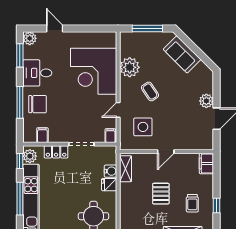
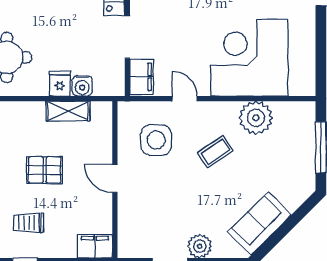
sofa: (182, 54) -> (260, 223), moved
filing cabinet: (110, 136) -> (142, 77), width x2.00
shelving: (126, 169) -> (68, 111), moved

